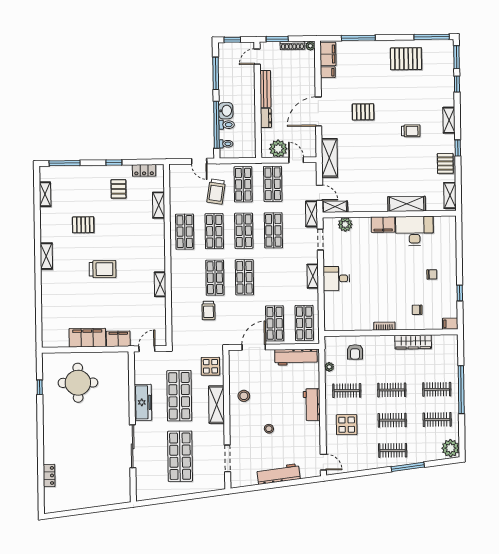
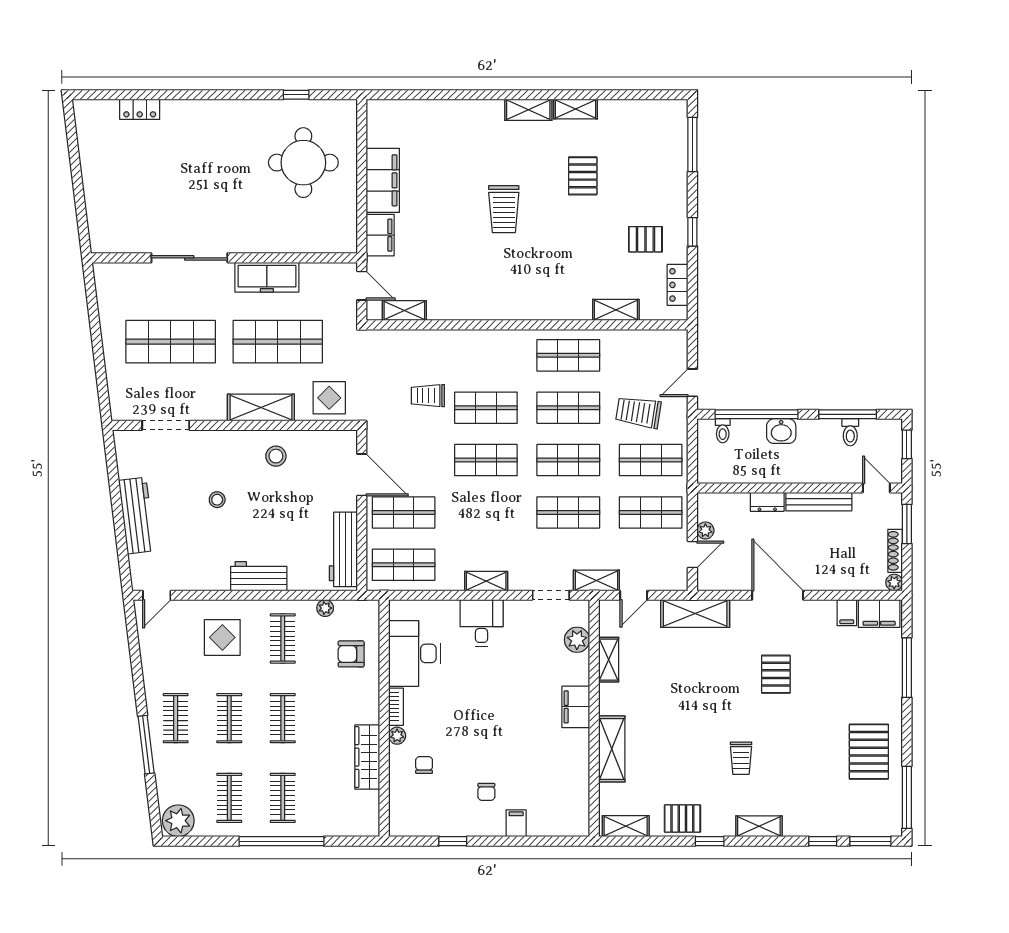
toilet: (227, 125) -> (850, 432), moved
plant: (278, 149) -> (705, 530), width x0.53, depth x0.53
shelving: (45, 194) -> (576, 109), moved
shelving: (335, 207) -> (609, 660), moved
desk: (414, 231) -> (414, 653), moved, turned 180
shelving: (160, 284) -> (404, 311), moved
filing cabinet: (450, 324) -> (516, 823), moved
plant: (401, 325) -> (397, 736), added

